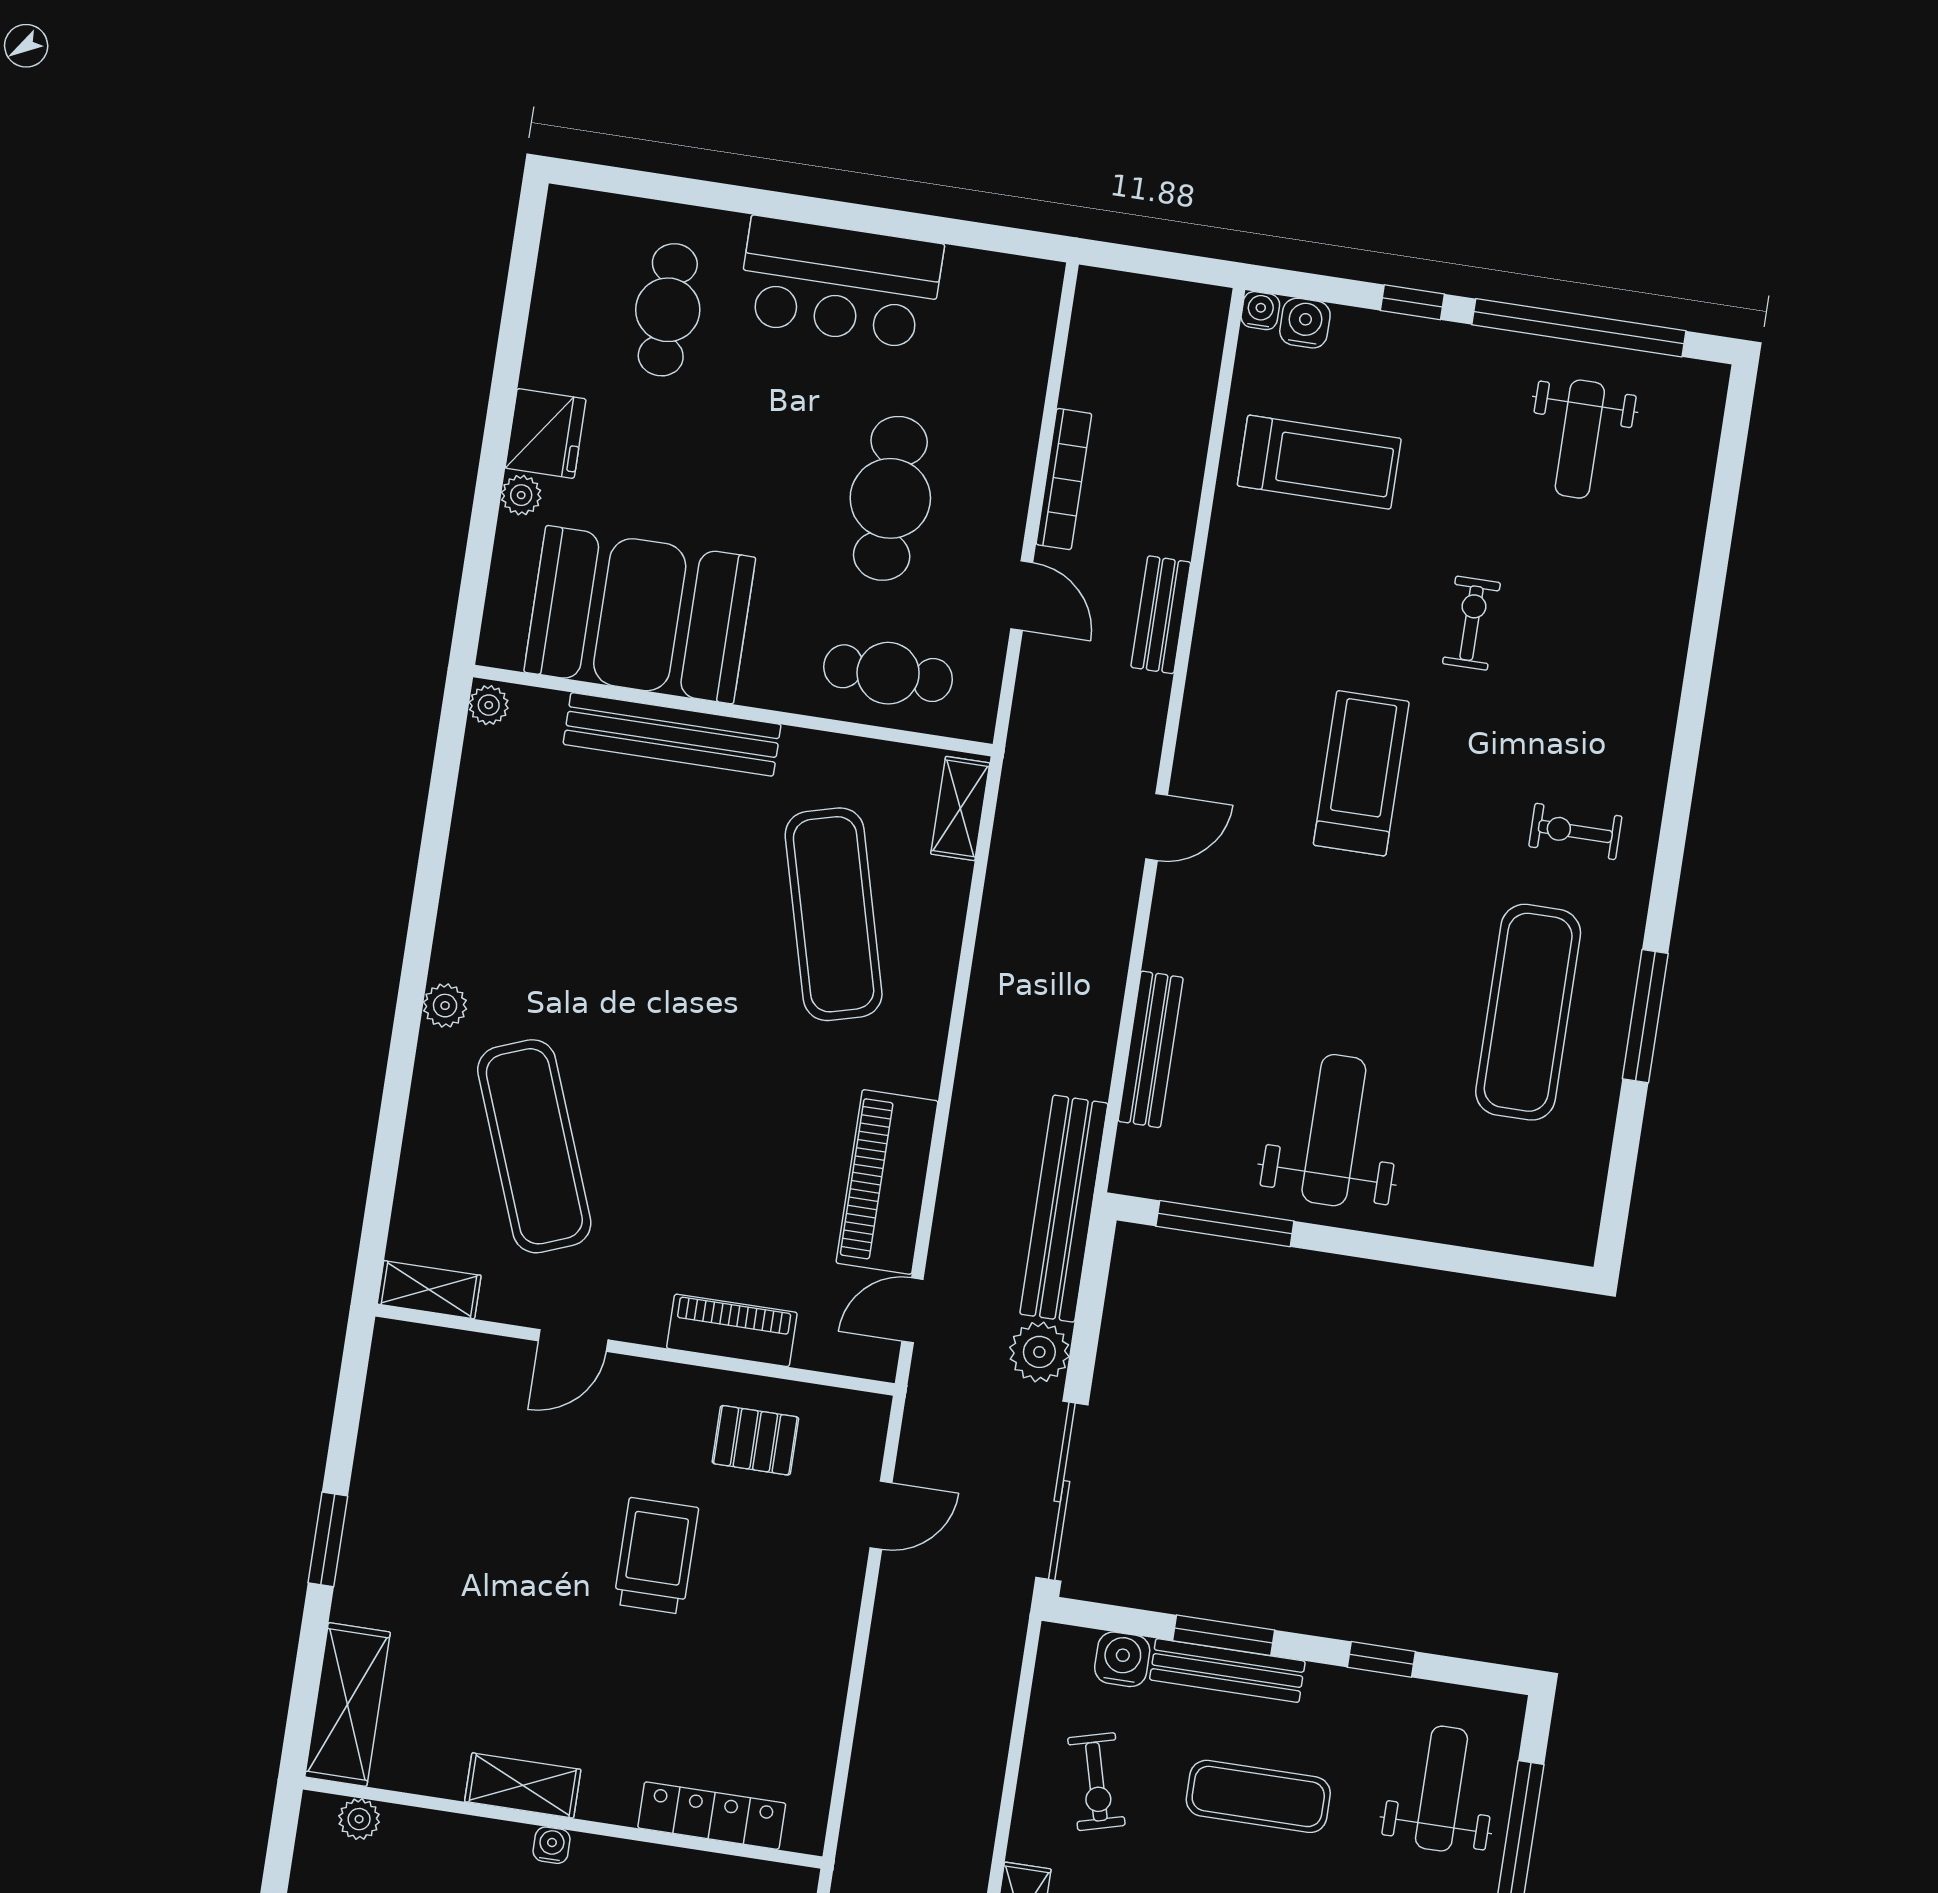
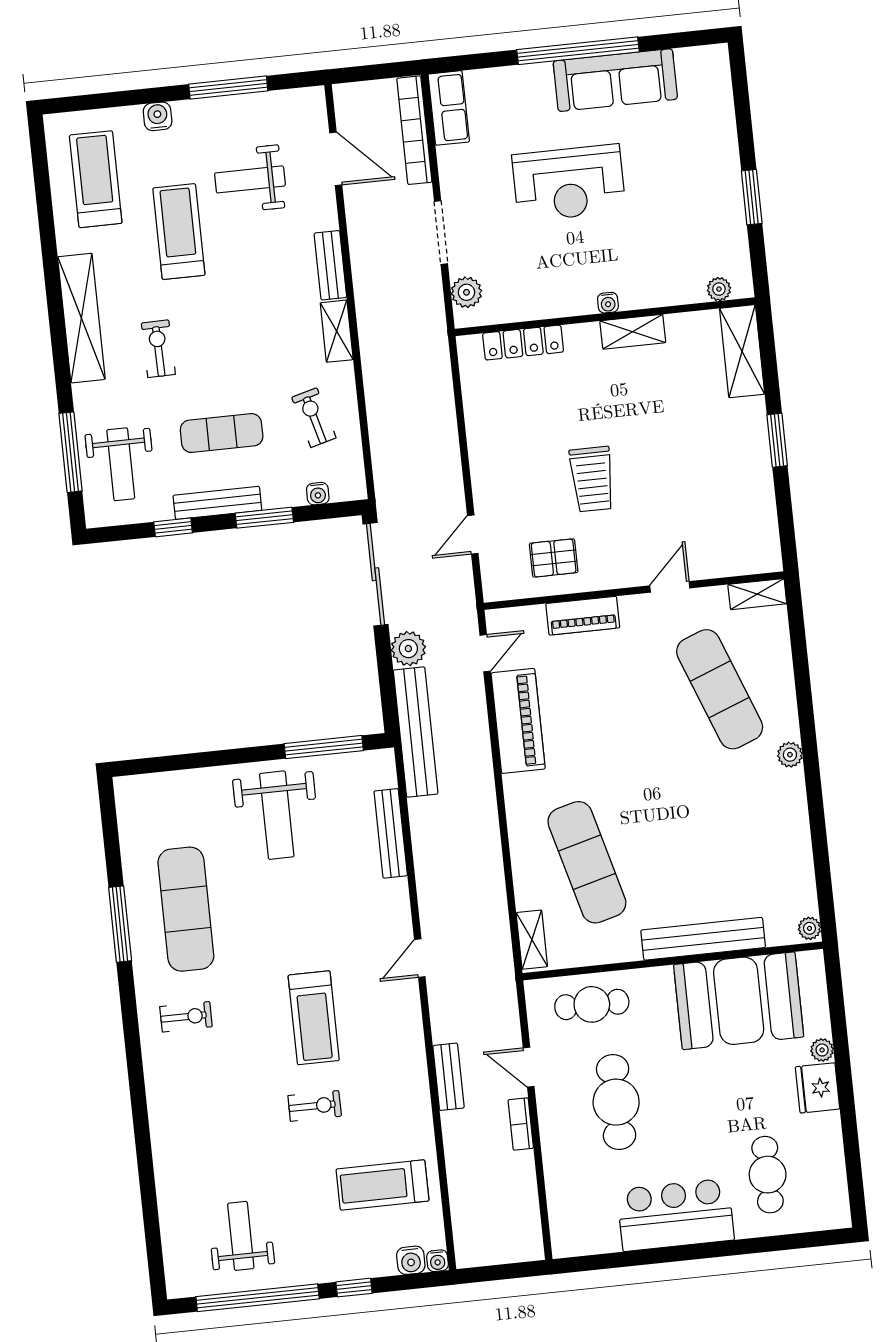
bookcase: (1064, 479) -> (521, 1124), width x0.64
exercise bike: (1471, 623) -> (315, 1106), moved, turned -90
water cooler: (1122, 1659) -> (318, 494), width x0.72, depth x0.72
bench: (1227, 1671) -> (217, 503), moved

